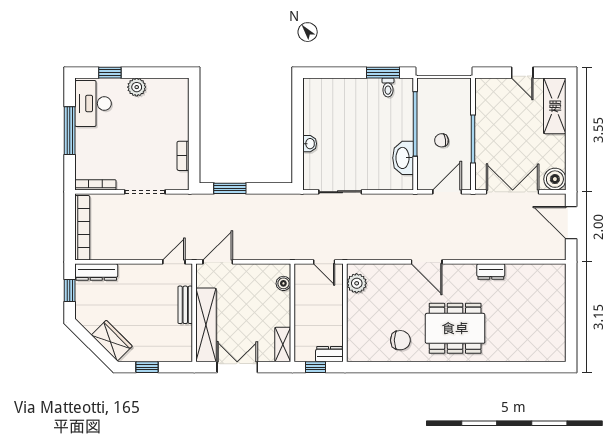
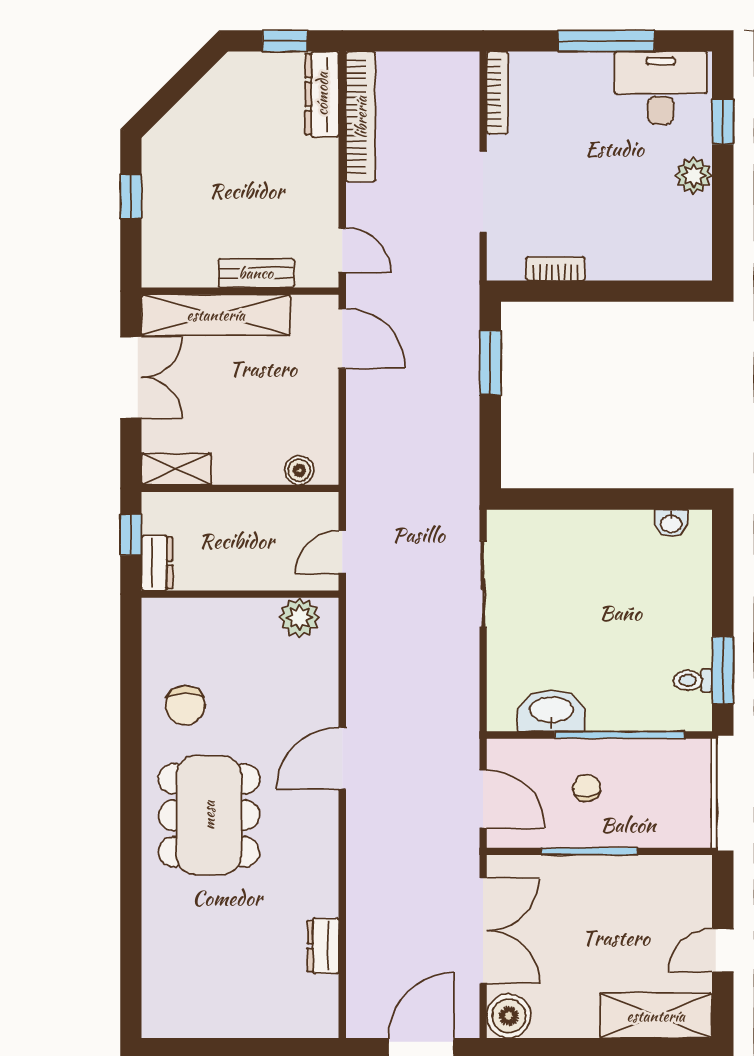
washbasin: (310, 144) -> (671, 523), moved
bookcase: (82, 228) -> (361, 117), moved, turned -90
dresser: (491, 272) -> (323, 946), moved
wardrobe: (112, 341) -> (184, 125), removed

